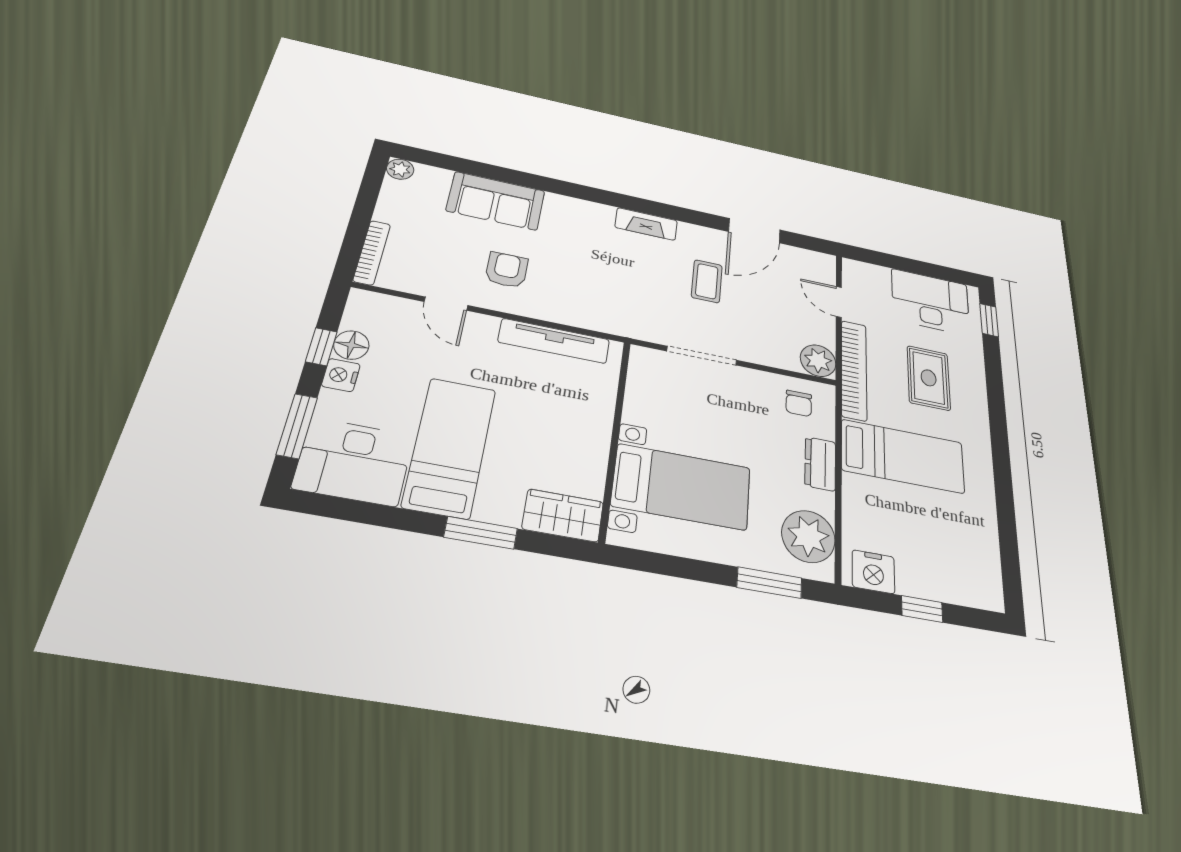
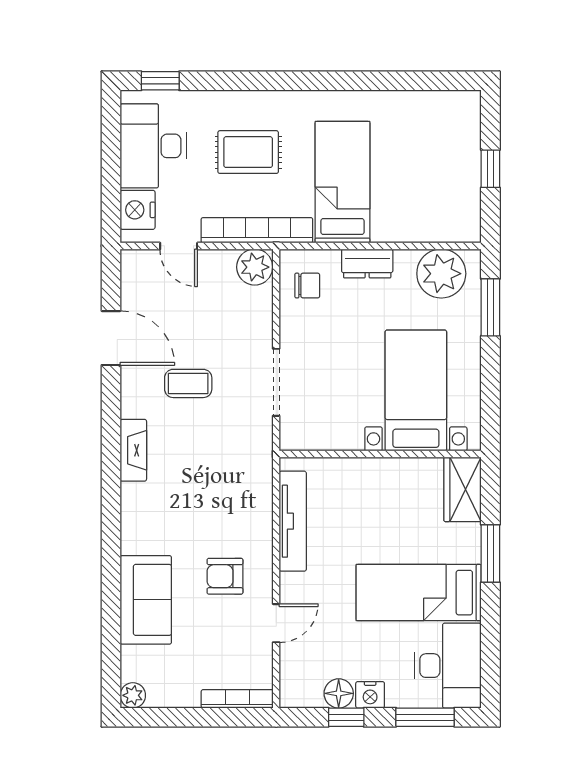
door: (839, 302) -> (179, 246), hinge flipped
nightstand: (873, 572) -> (138, 210), moved, turned 180

